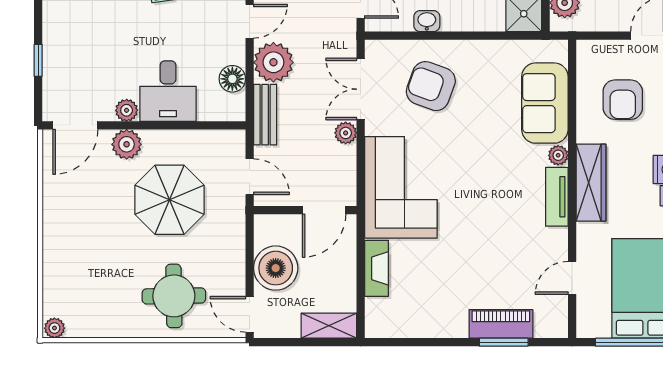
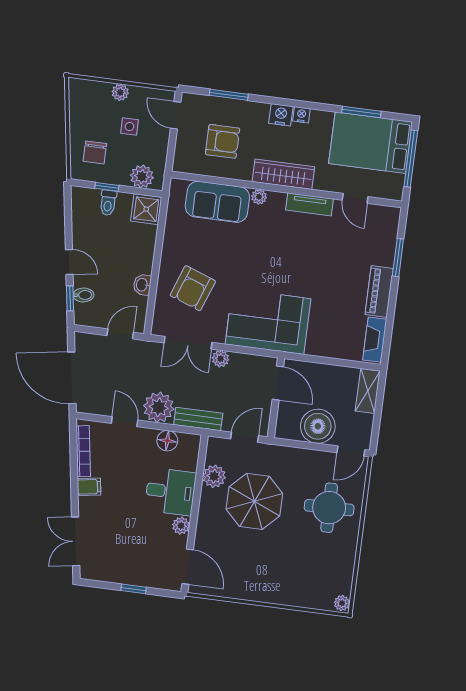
plant: (127, 144) -> (214, 476), moved
tv unit: (557, 197) -> (310, 204), moved
fireplace: (377, 268) -> (375, 340), moved, turned -90
piano: (501, 324) -> (379, 291), moved

